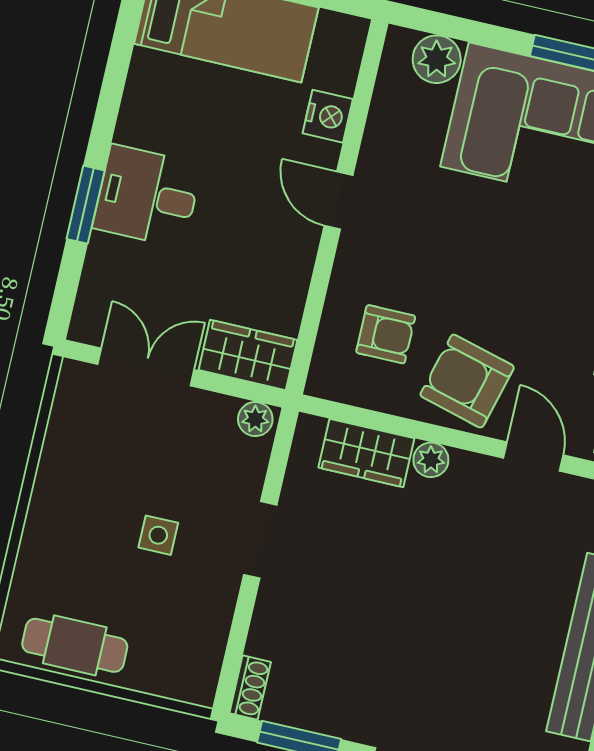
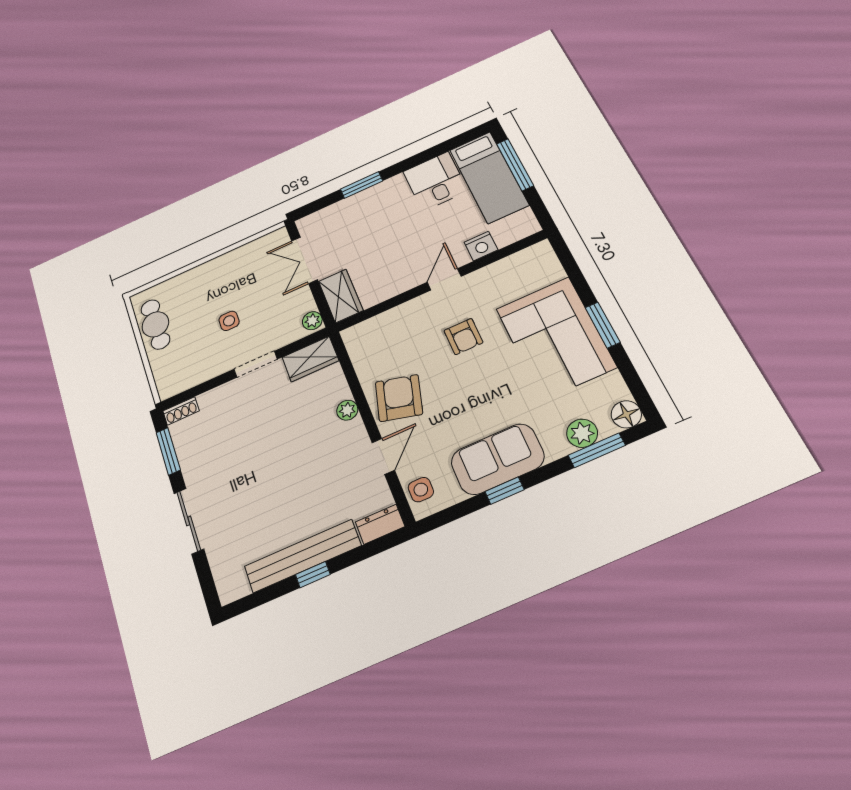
plant: (437, 59) -> (548, 270), removed
desk: (147, 196) -> (435, 181), moved
armchair: (386, 334) -> (463, 336), moved
double door: (146, 367) -> (304, 260), swing flipped
wardrobe: (366, 453) -> (310, 359), moved, turned -90

